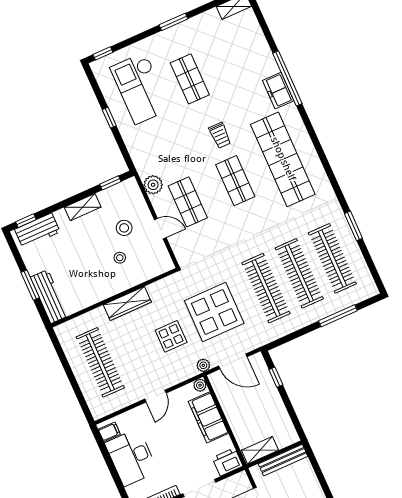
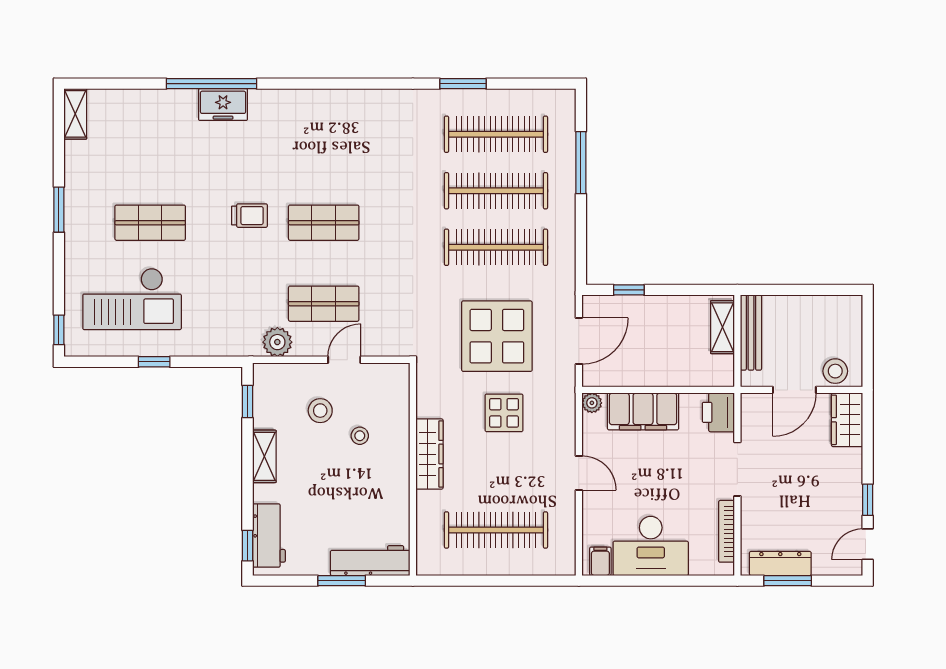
shop shelf: (283, 159) -> (324, 142), removed
plant: (203, 365) -> (566, 385), removed
shelving: (260, 450) -> (722, 327), moved

